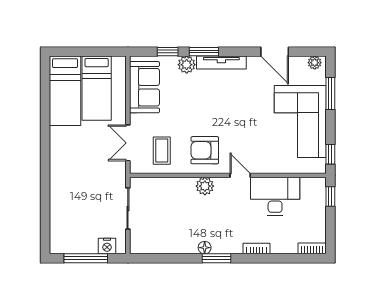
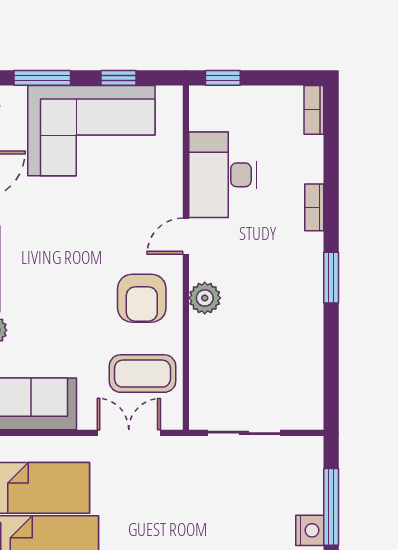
double door: (128, 143) -> (129, 433), swing flipped
coffee table: (162, 151) -> (142, 374), width x1.36, depth x1.30
window: (330, 154) -> (118, 78), moved
nightstand: (107, 246) -> (310, 530), moved
floor lamp: (205, 248) -> (313, 298), removed

